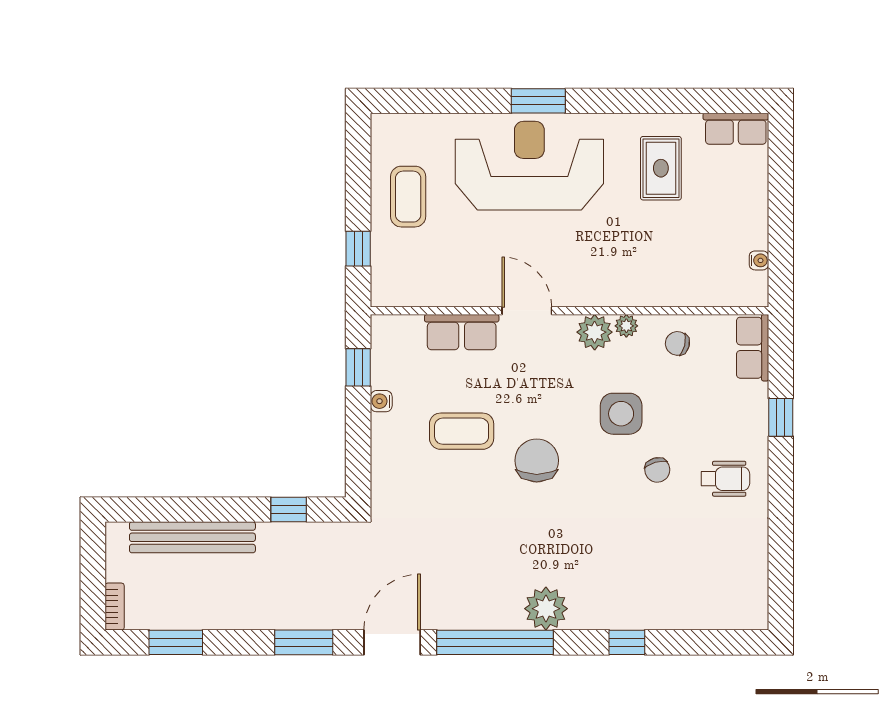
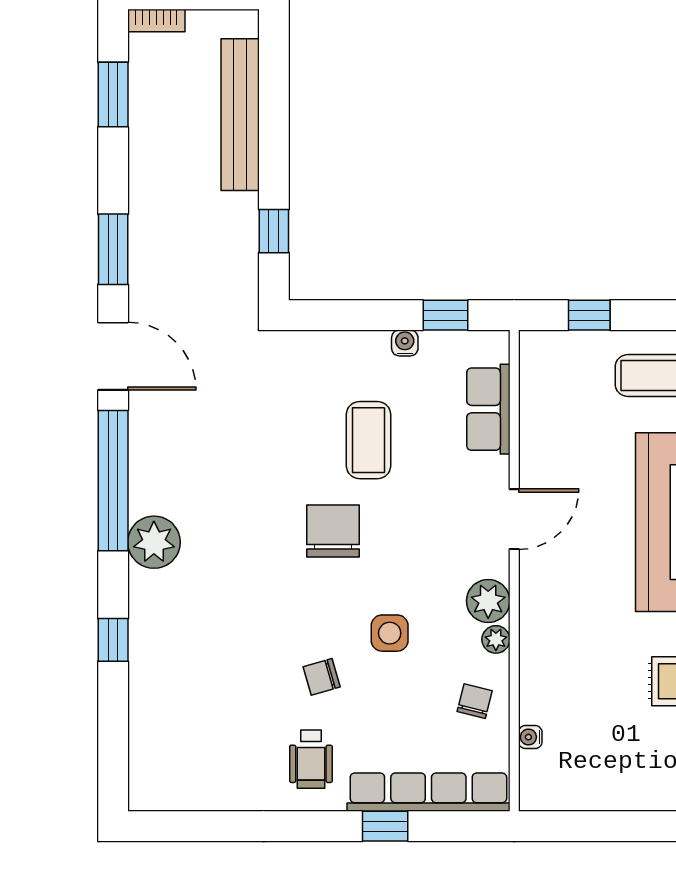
water cooler: (759, 260) -> (530, 737), moved, turned 90
row of seats: (462, 332) -> (488, 409), moved
row of seats: (753, 348) -> (428, 792), width x2.02
side table: (621, 414) -> (390, 633), width x0.73, depth x0.73
chair: (537, 460) -> (333, 531), turned -90

